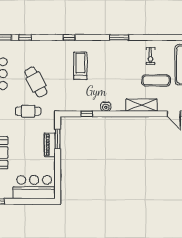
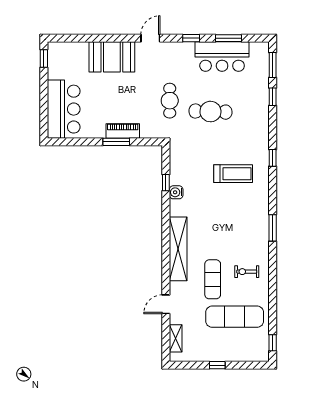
cafe table: (36, 82) -> (210, 112), turned 30
shelving: (141, 105) -> (178, 249), width x1.47
water cooler: (106, 107) -> (176, 192), moved
window: (58, 139) -> (116, 142), moved

